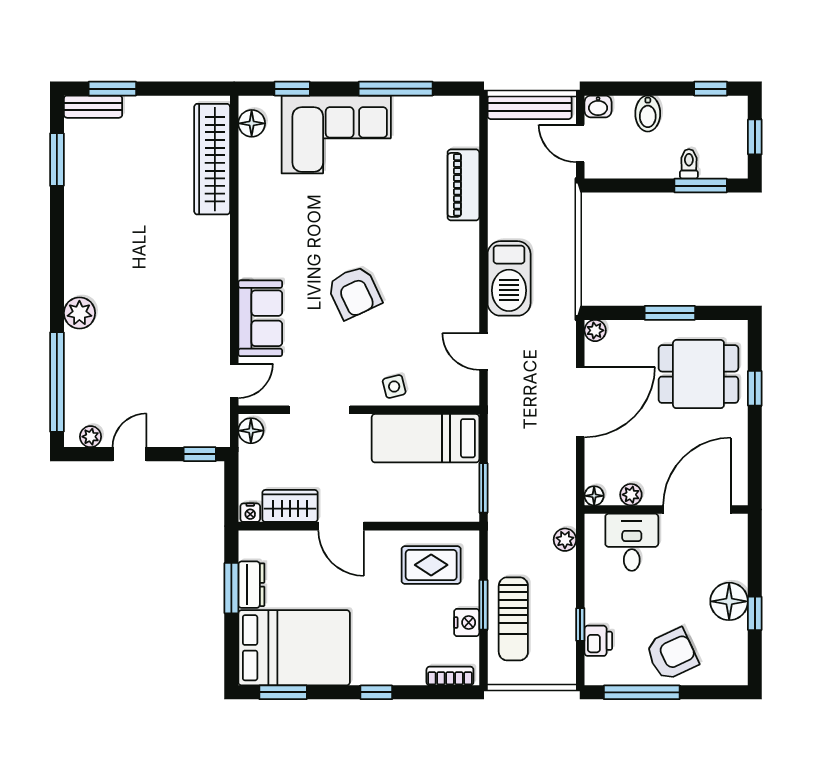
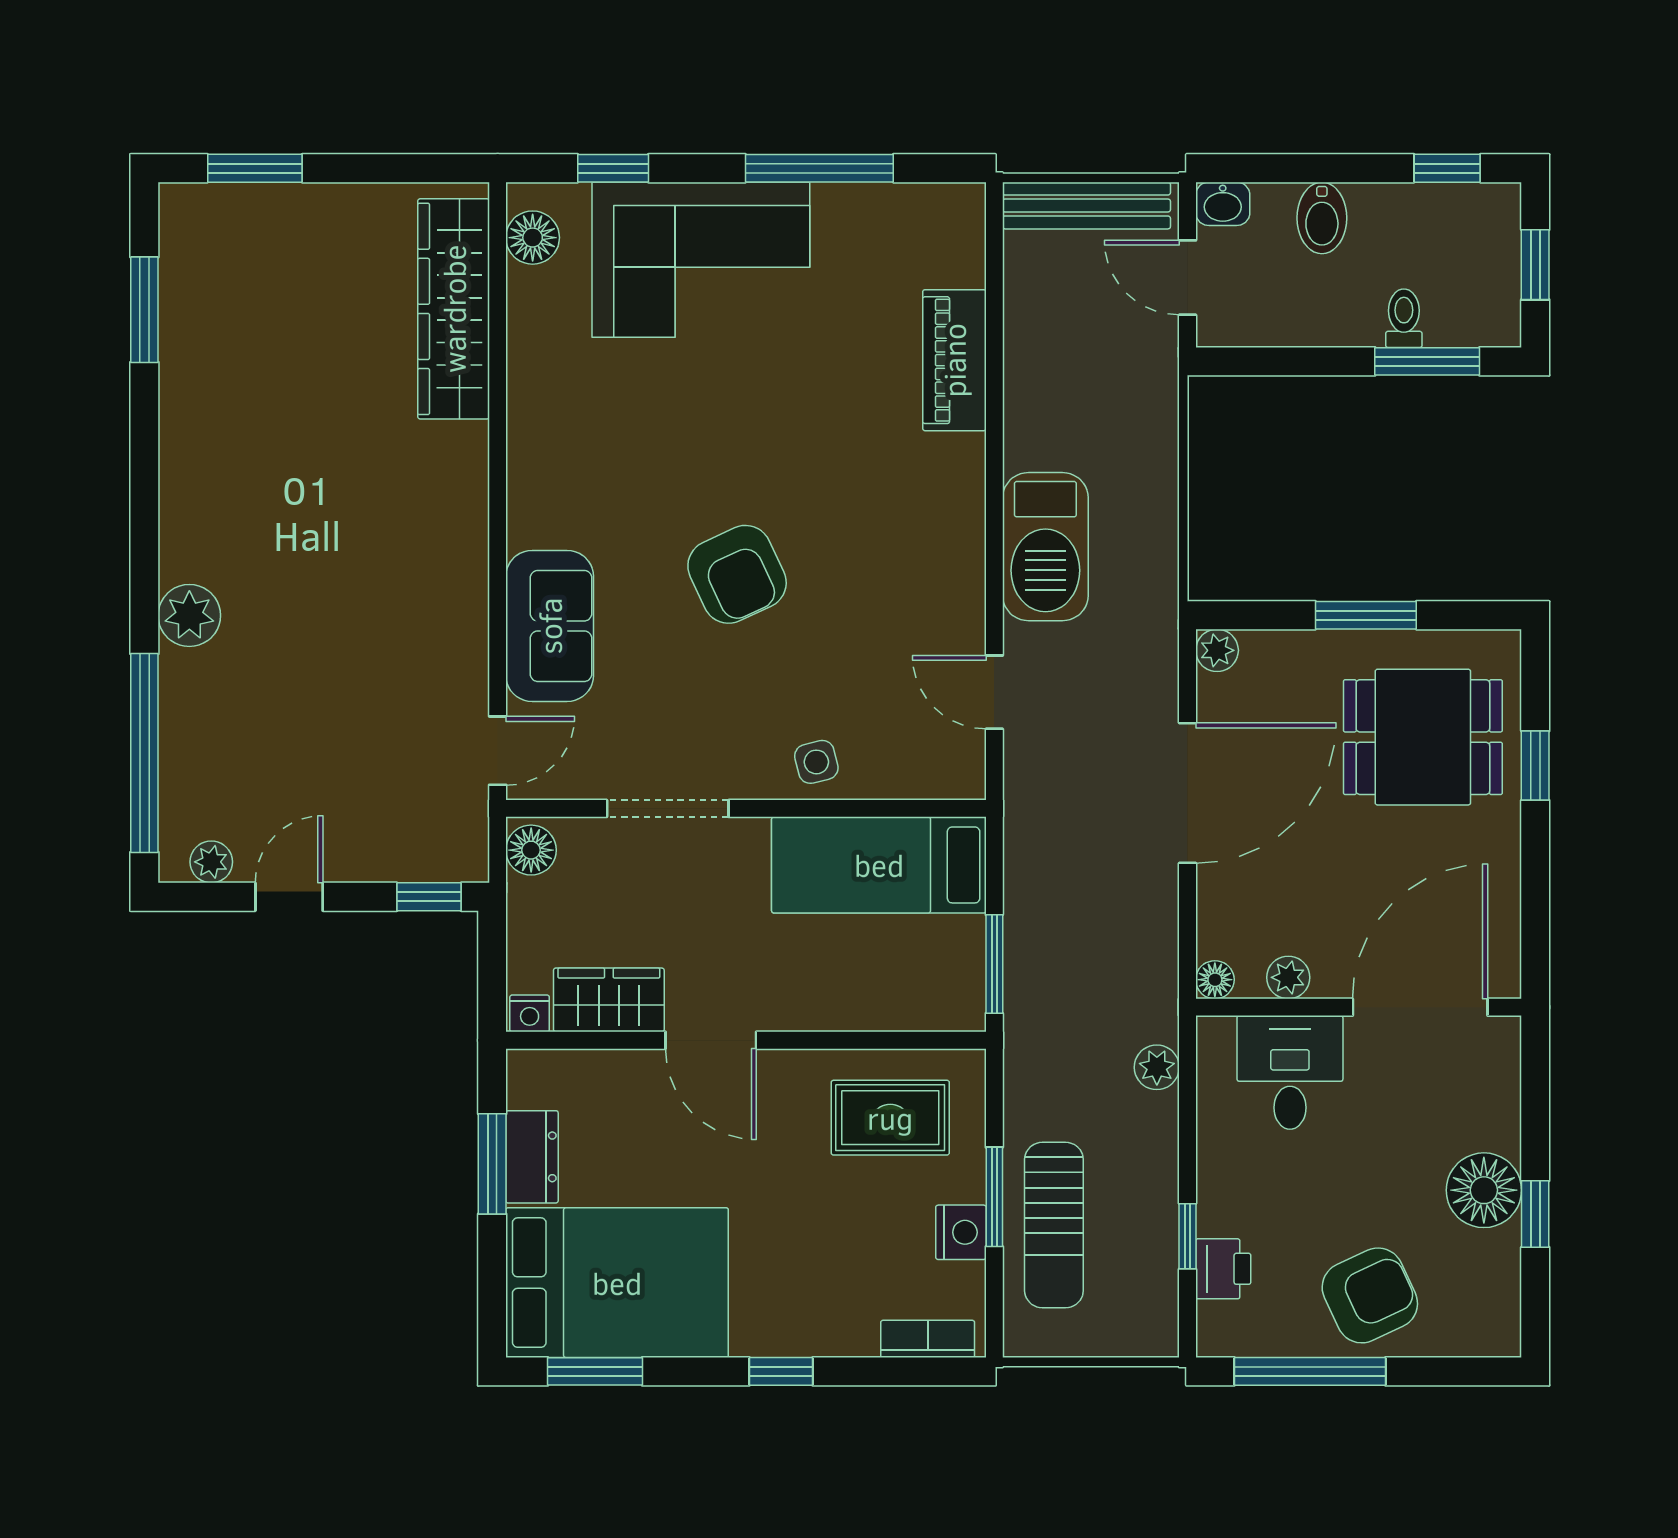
bench: (93, 107) -> (216, 204), removed

